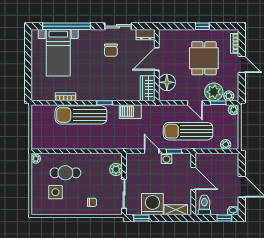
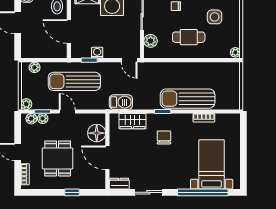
window: (202, 26) -> (72, 192), moved
chair: (111, 50) -> (164, 137), moved
door: (157, 59) -> (107, 158), swing flipped
wardrobe: (148, 88) -> (133, 121), moved, turned 90
plant: (214, 92) -> (43, 118), width x0.53, depth x0.53
barbecue: (130, 112) -> (121, 102), moved
sun lounger: (81, 115) -> (188, 99), turned 180
sun lounger: (188, 131) -> (74, 81), turned 180
door: (152, 151) -> (129, 60), moved
cafe table: (65, 173) -> (189, 37), moved

